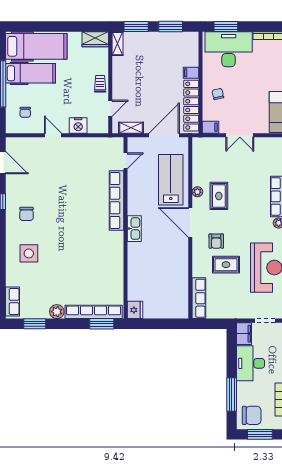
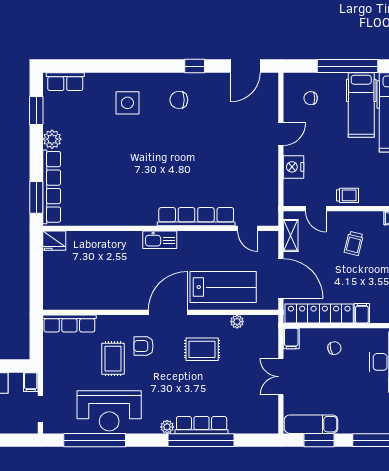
trolley: (137, 79) -> (354, 243), added
plant: (197, 192) -> (237, 322), moved
filing cabinet: (244, 334) -> (31, 382), width x0.50

